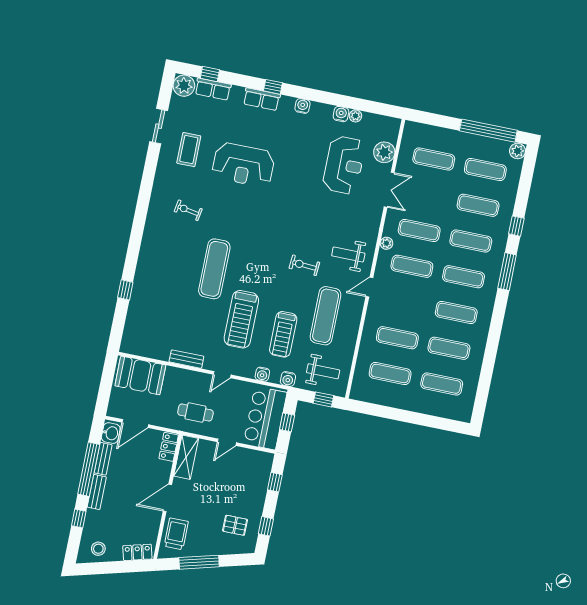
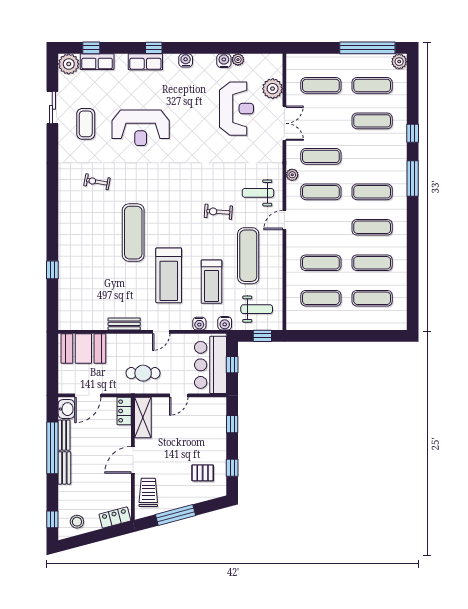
exercise mat: (471, 241) -> (372, 156), removed
window: (79, 518) -> (52, 519), moved

